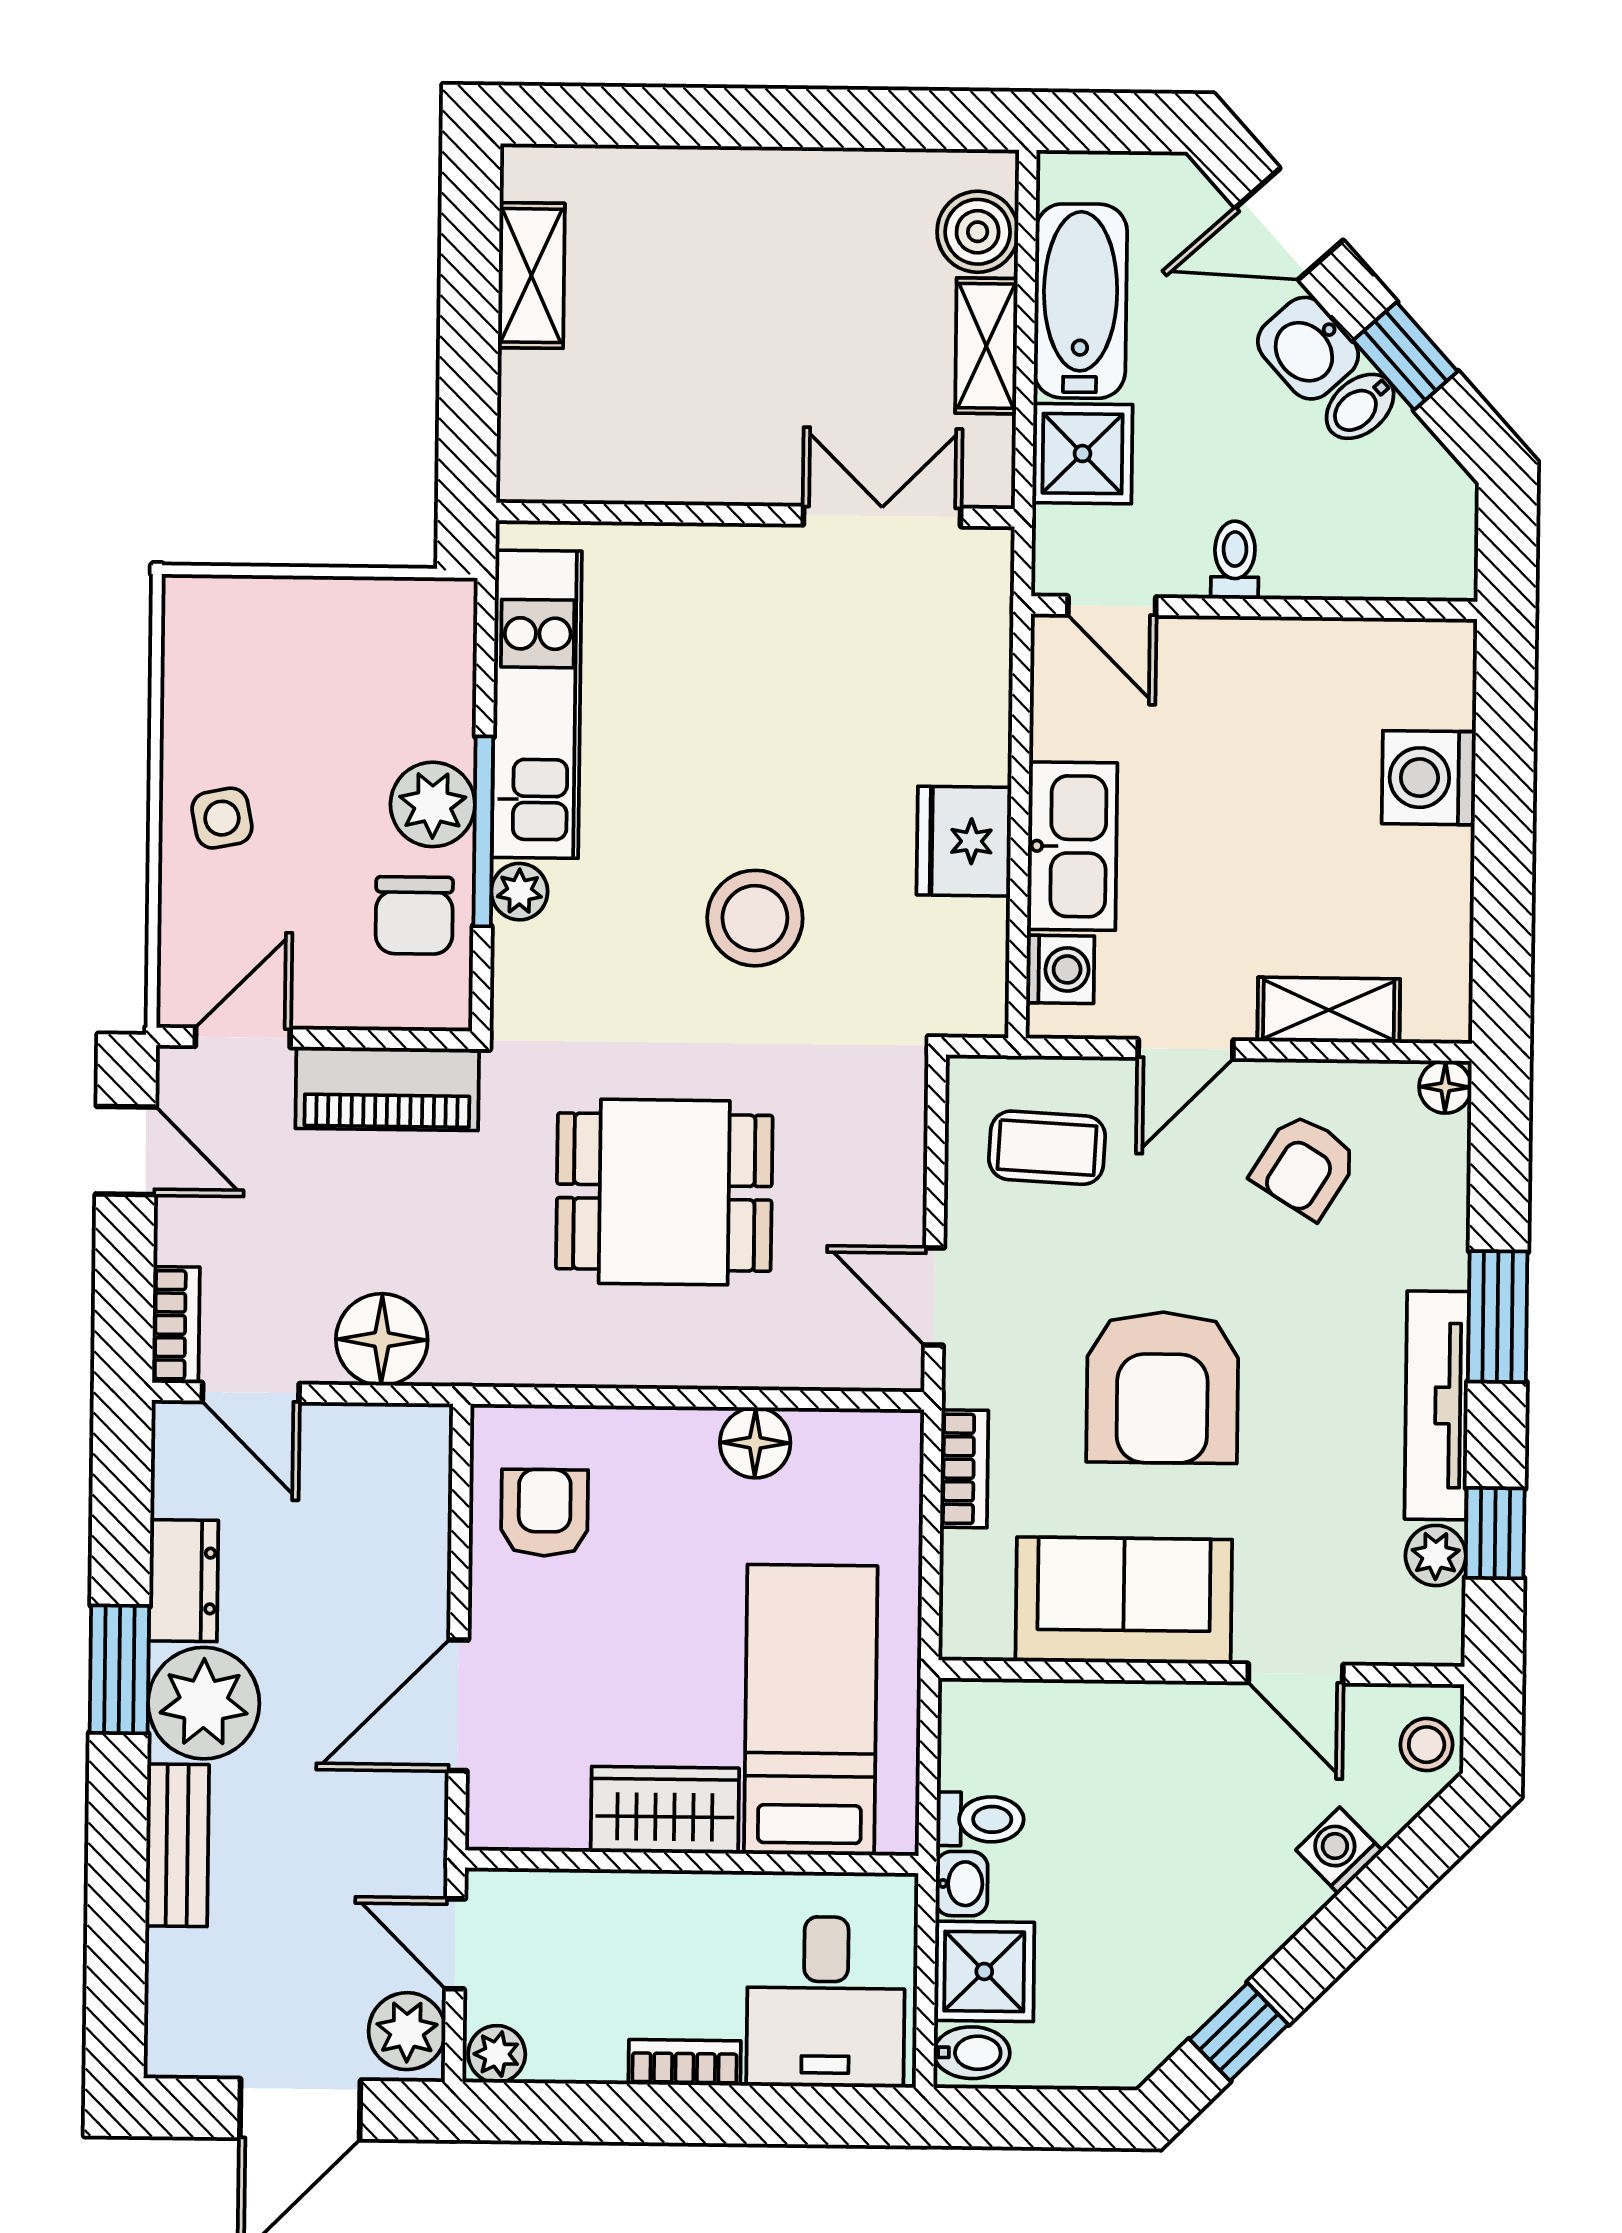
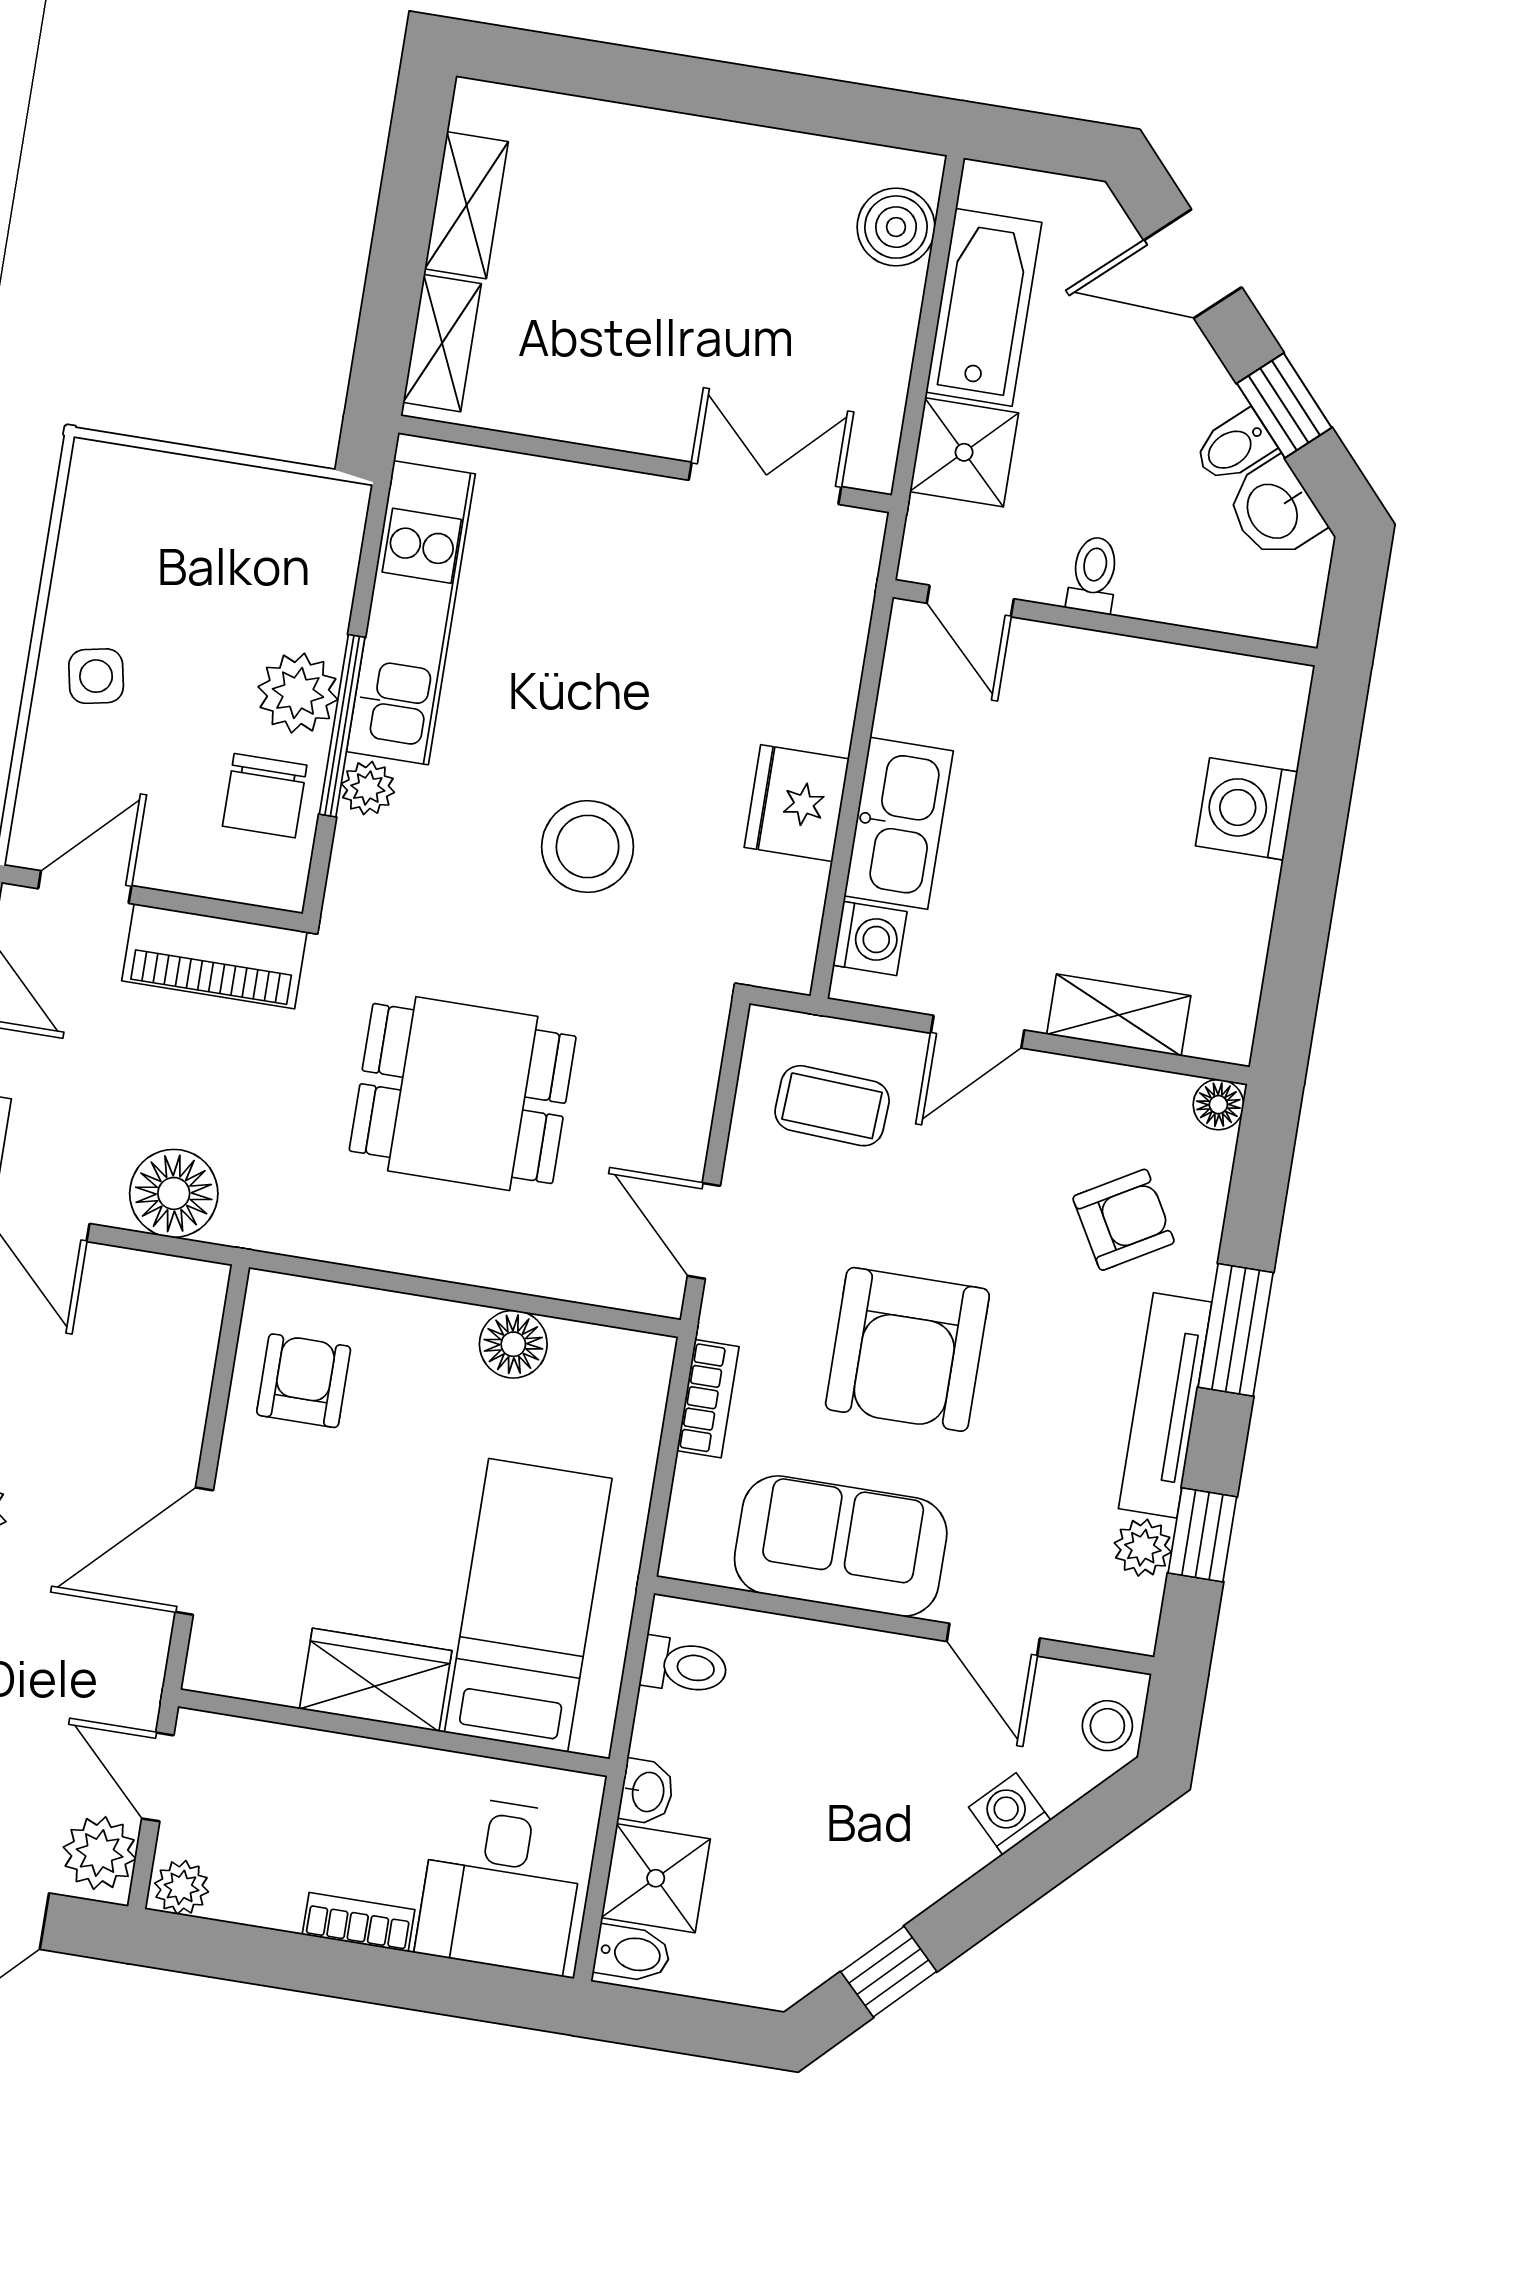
shelving: (986, 346) -> (442, 343), moved
washbasin: (1308, 348) -> (1274, 510), moved
armchair: (1305, 1166) -> (1124, 1220), moved, turned -152
toilet: (980, 1819) -> (684, 1666), moved

